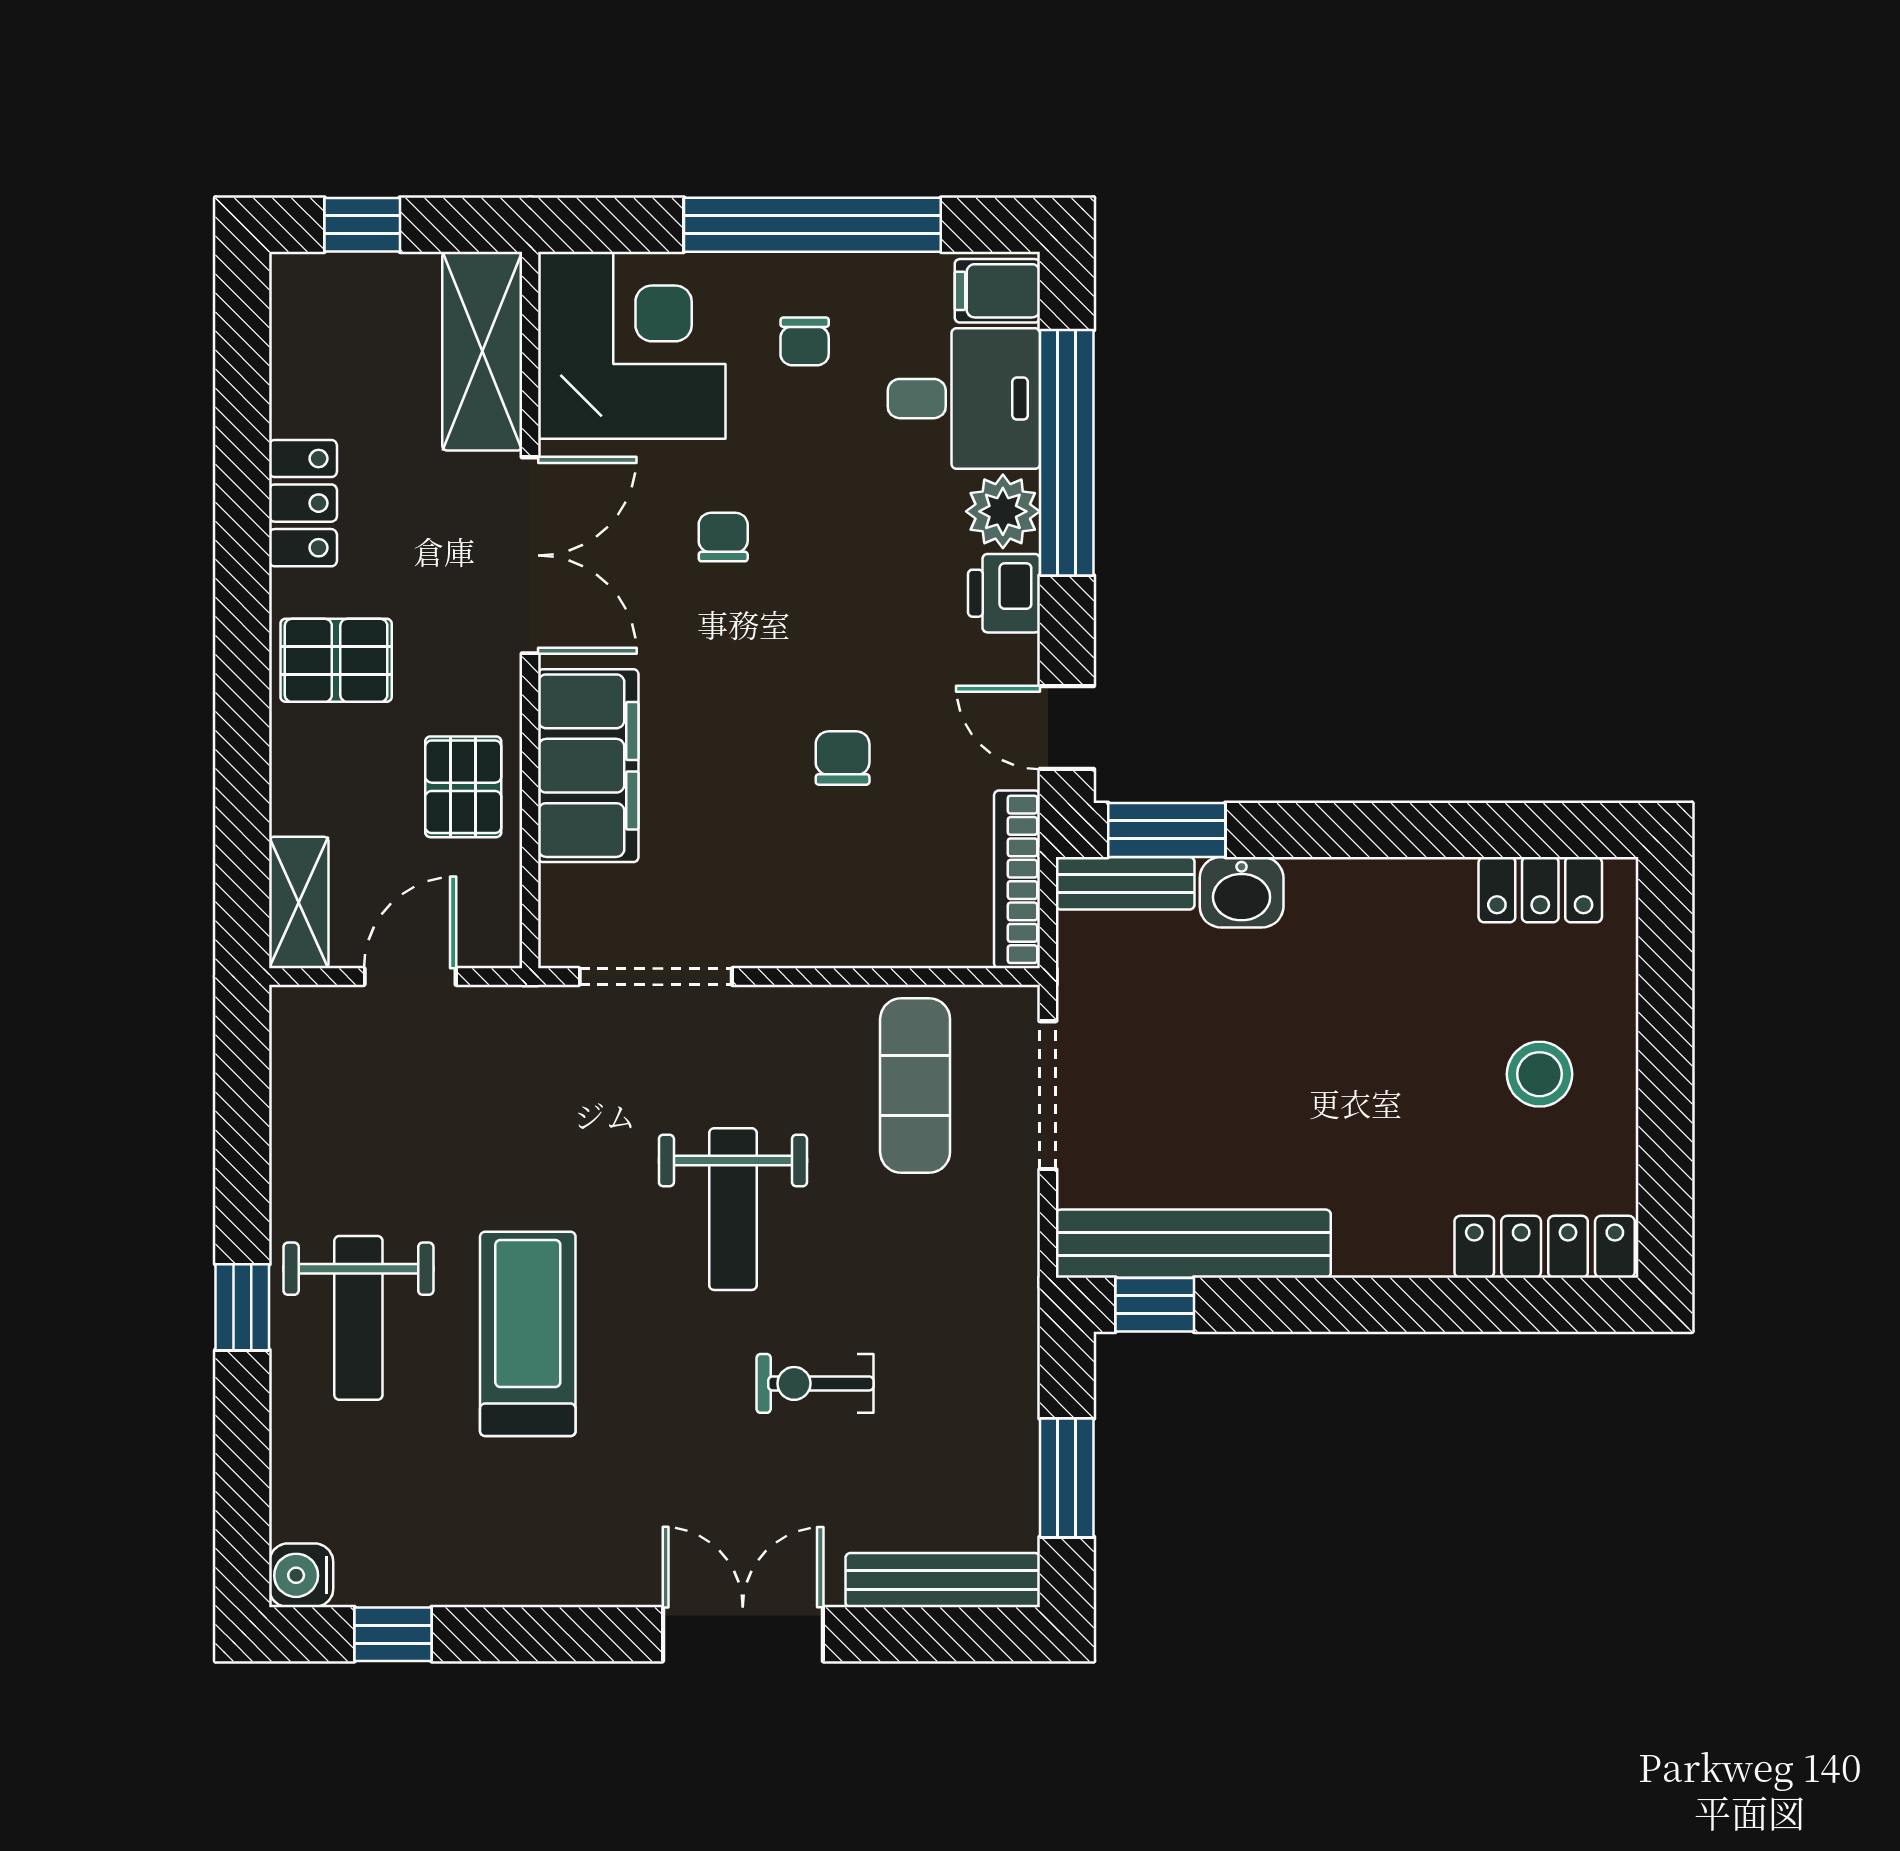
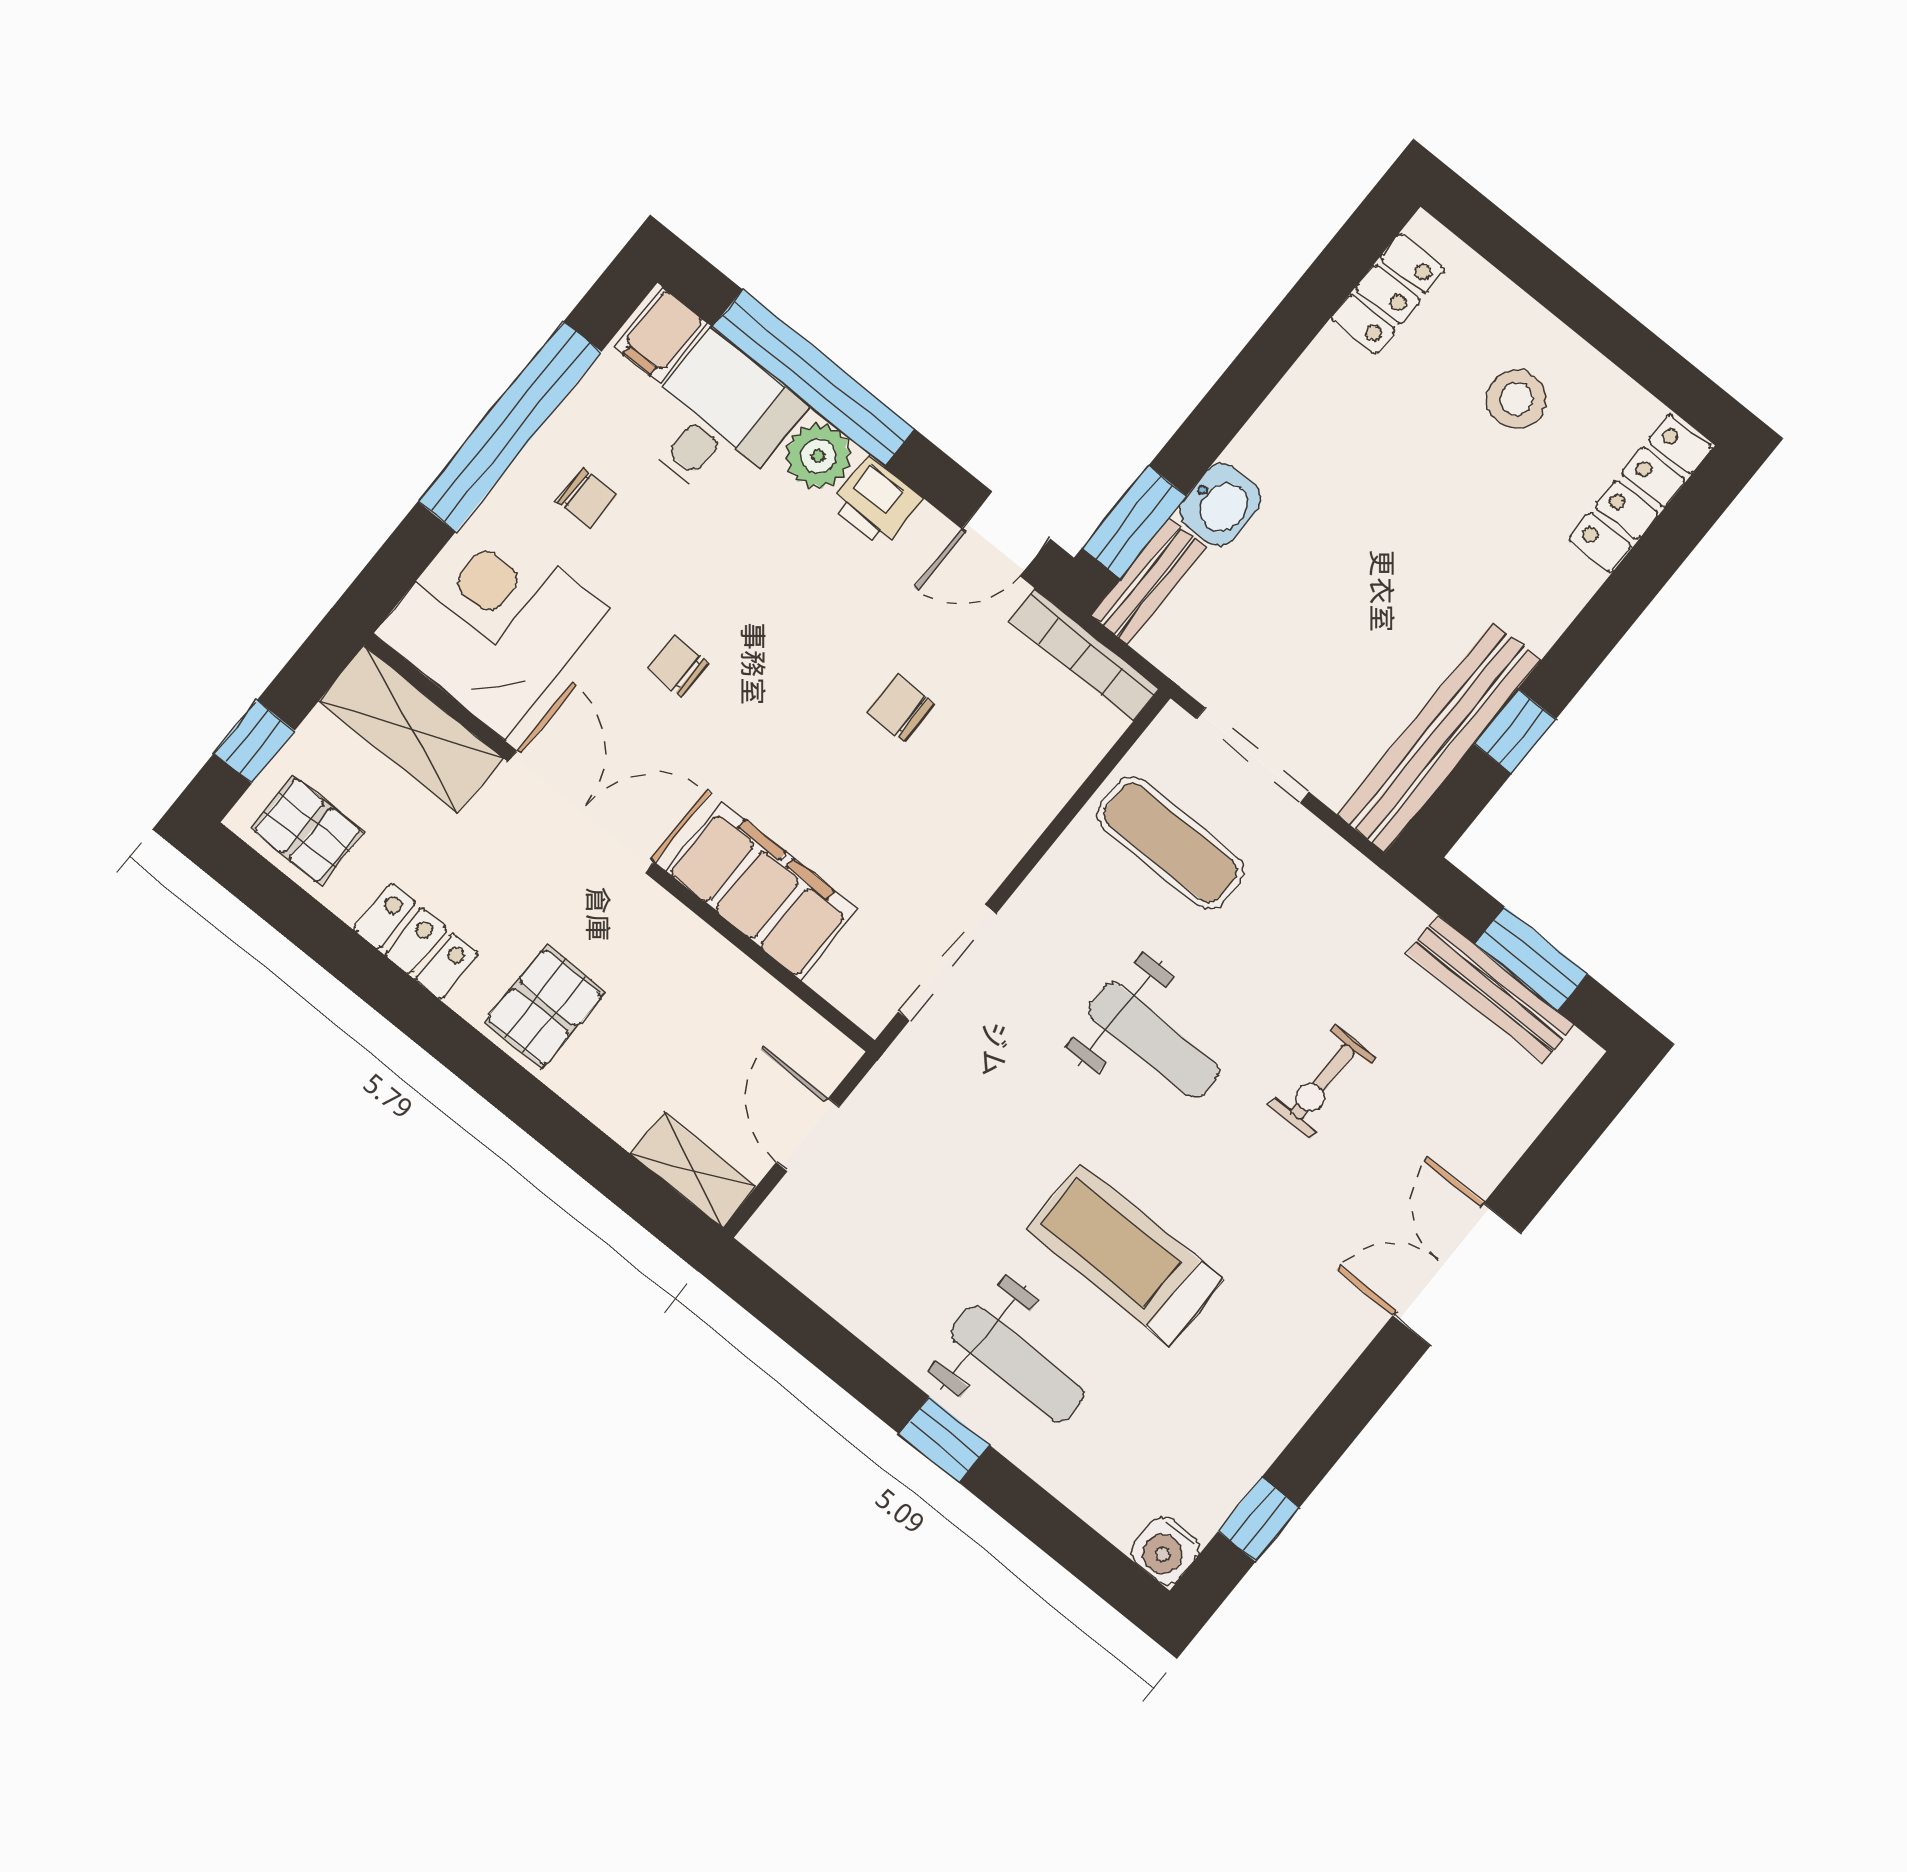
pallet: (463, 787) -> (307, 830), moved
window: (1155, 1305) -> (1515, 731), moved
bench: (943, 1580) -> (1490, 989), moved, turned 90

